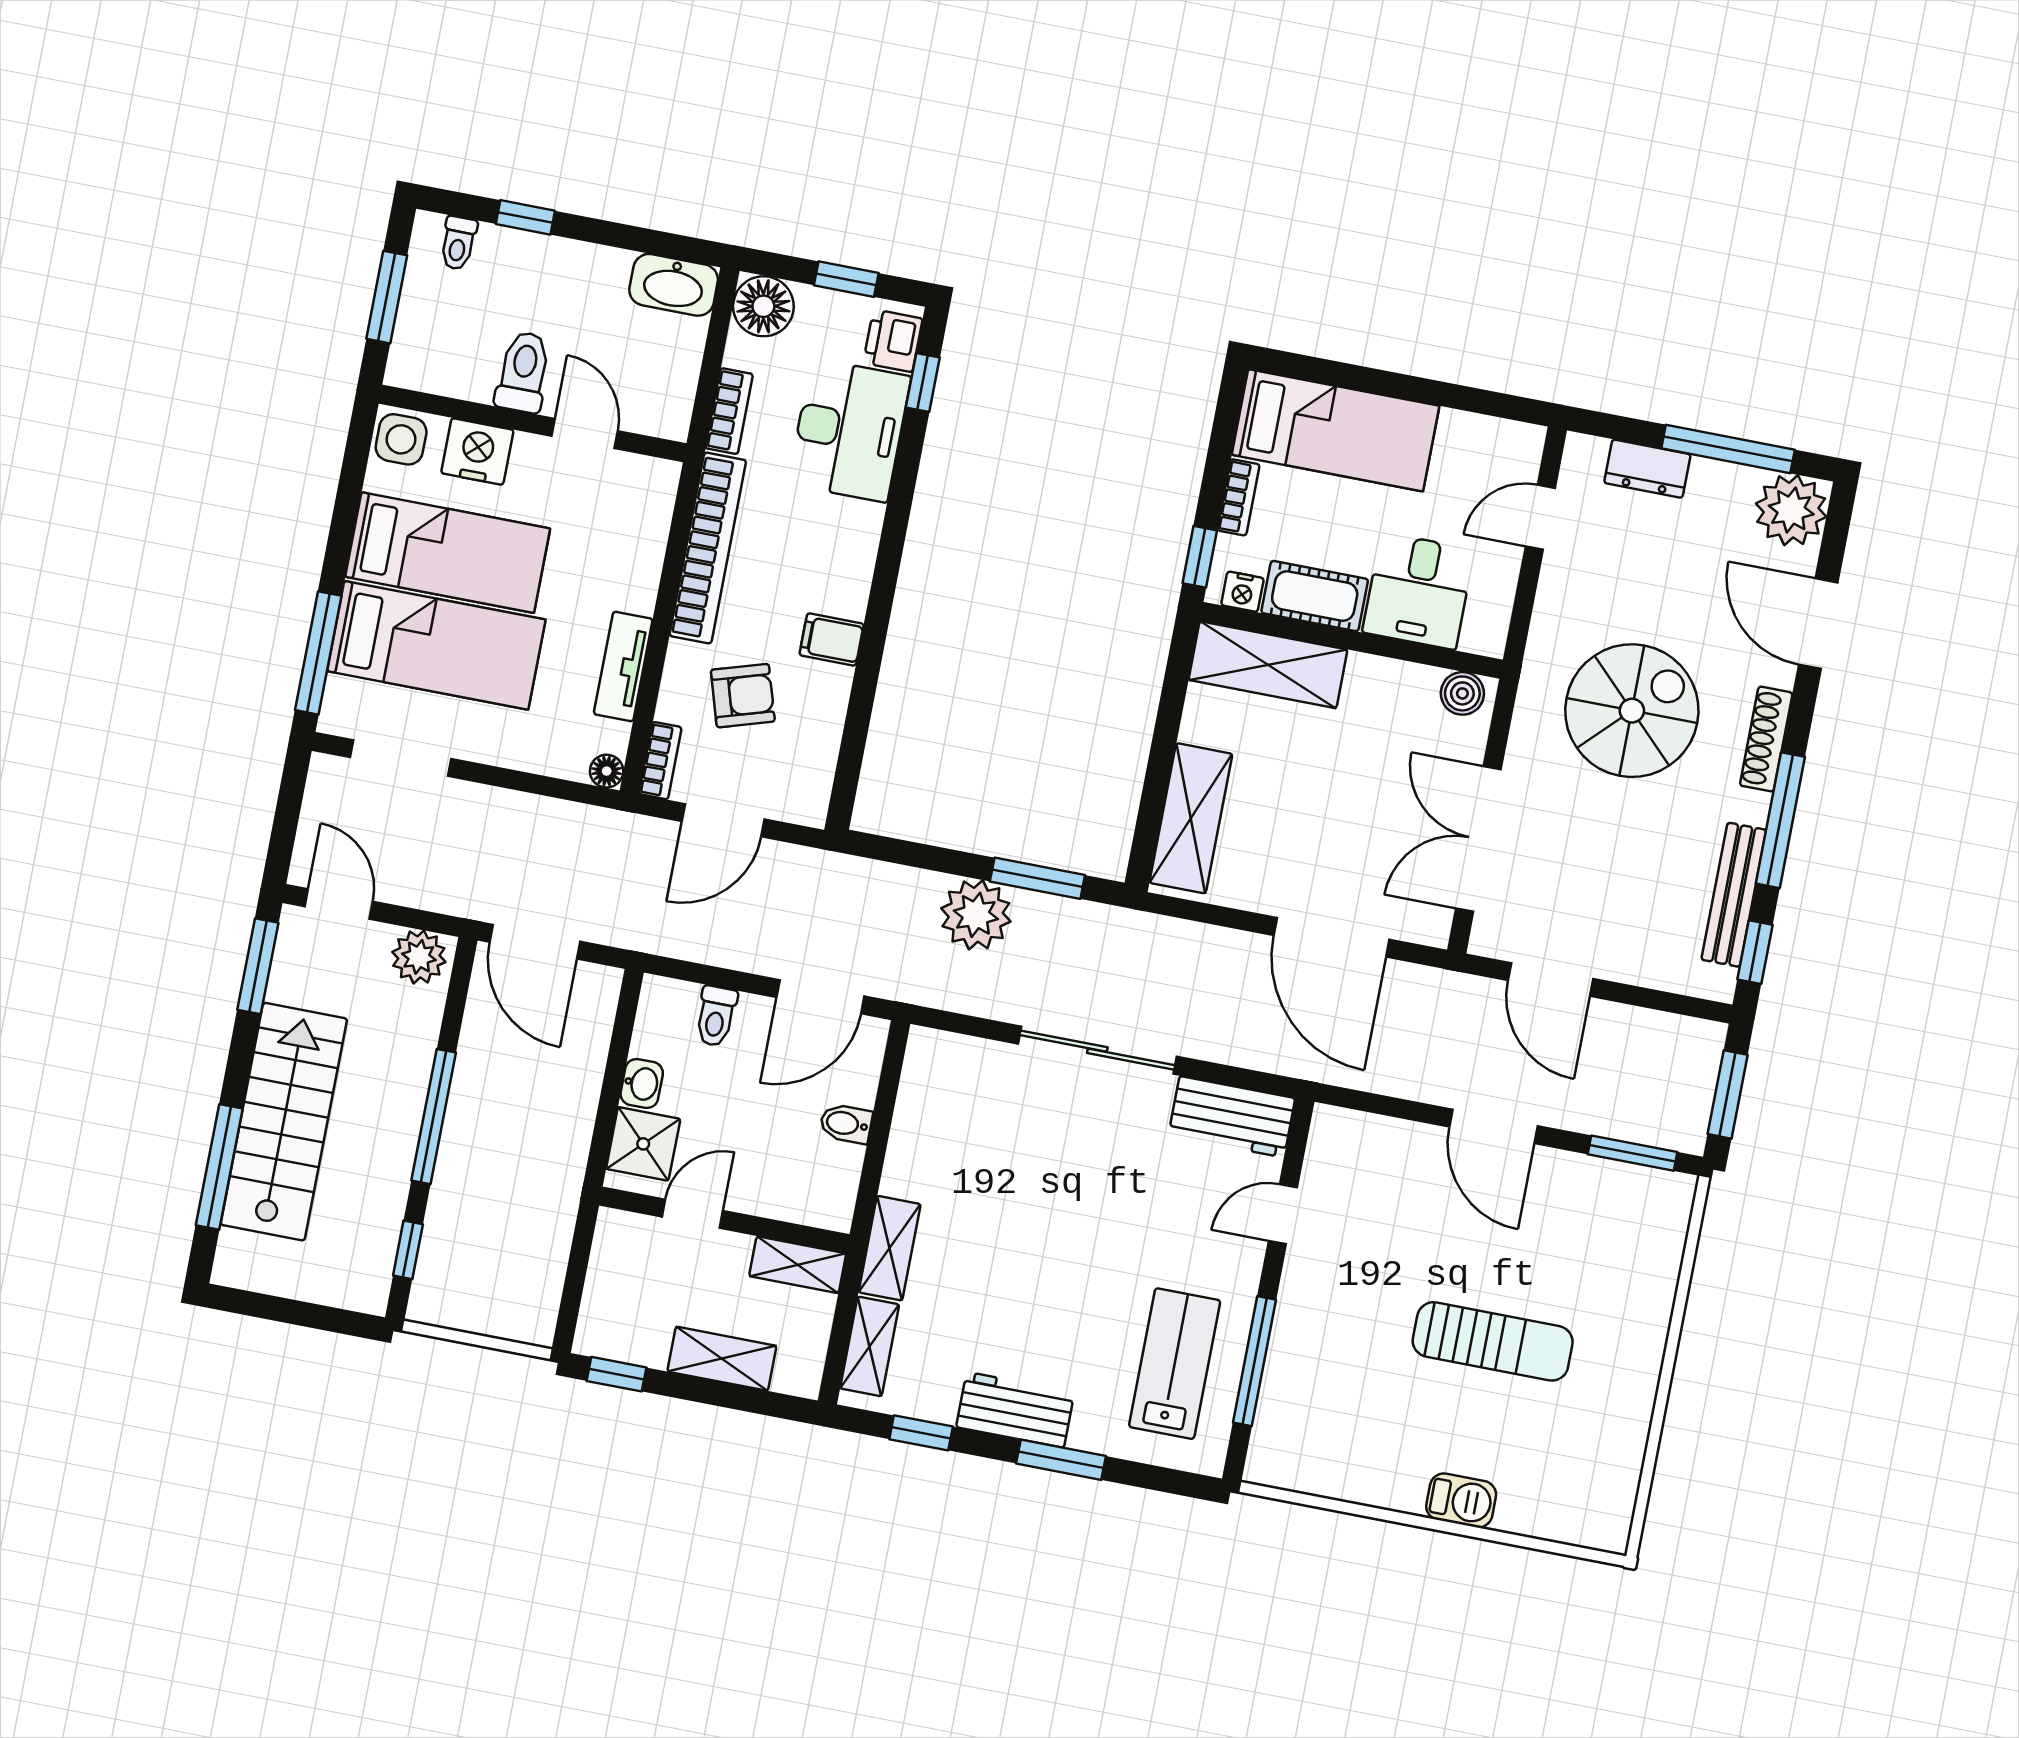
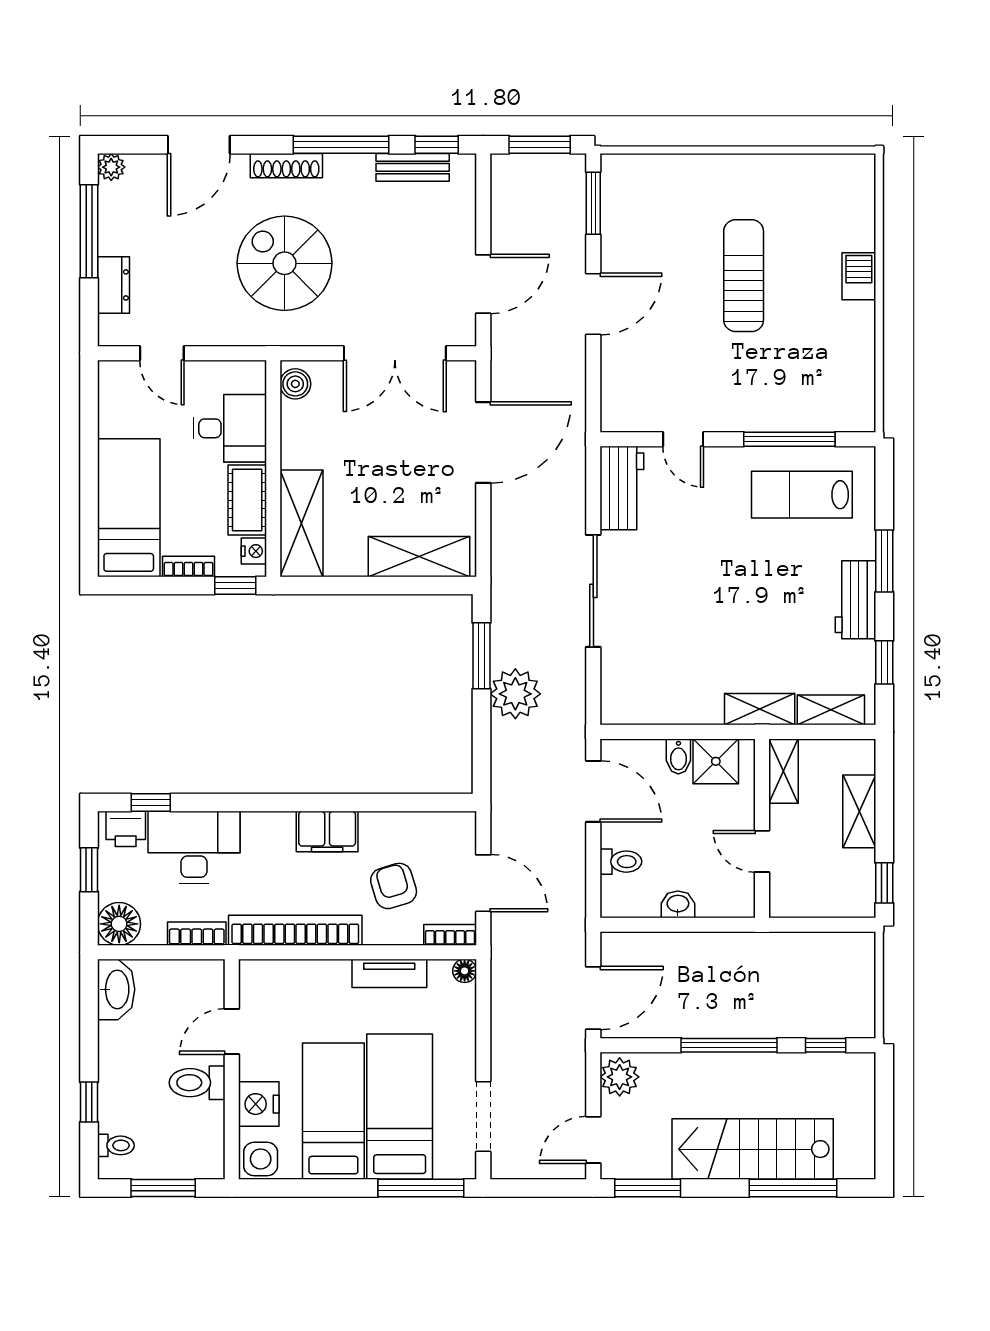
plant: (1791, 510) -> (111, 167), width x0.53, depth x0.53
filing cabinet: (832, 639) -> (327, 832), width x2.00
bench: (1734, 895) -> (413, 167), width x0.73
shower: (643, 1144) -> (716, 761), moved

